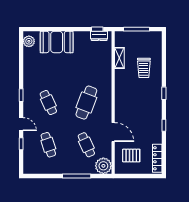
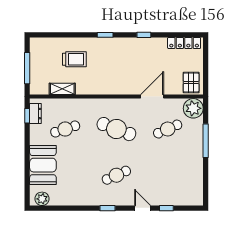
door: (21, 124) -> (143, 208), hinge flipped
cafe table: (48, 145) -> (65, 129), moved
pallet: (131, 156) -> (191, 82), moved

